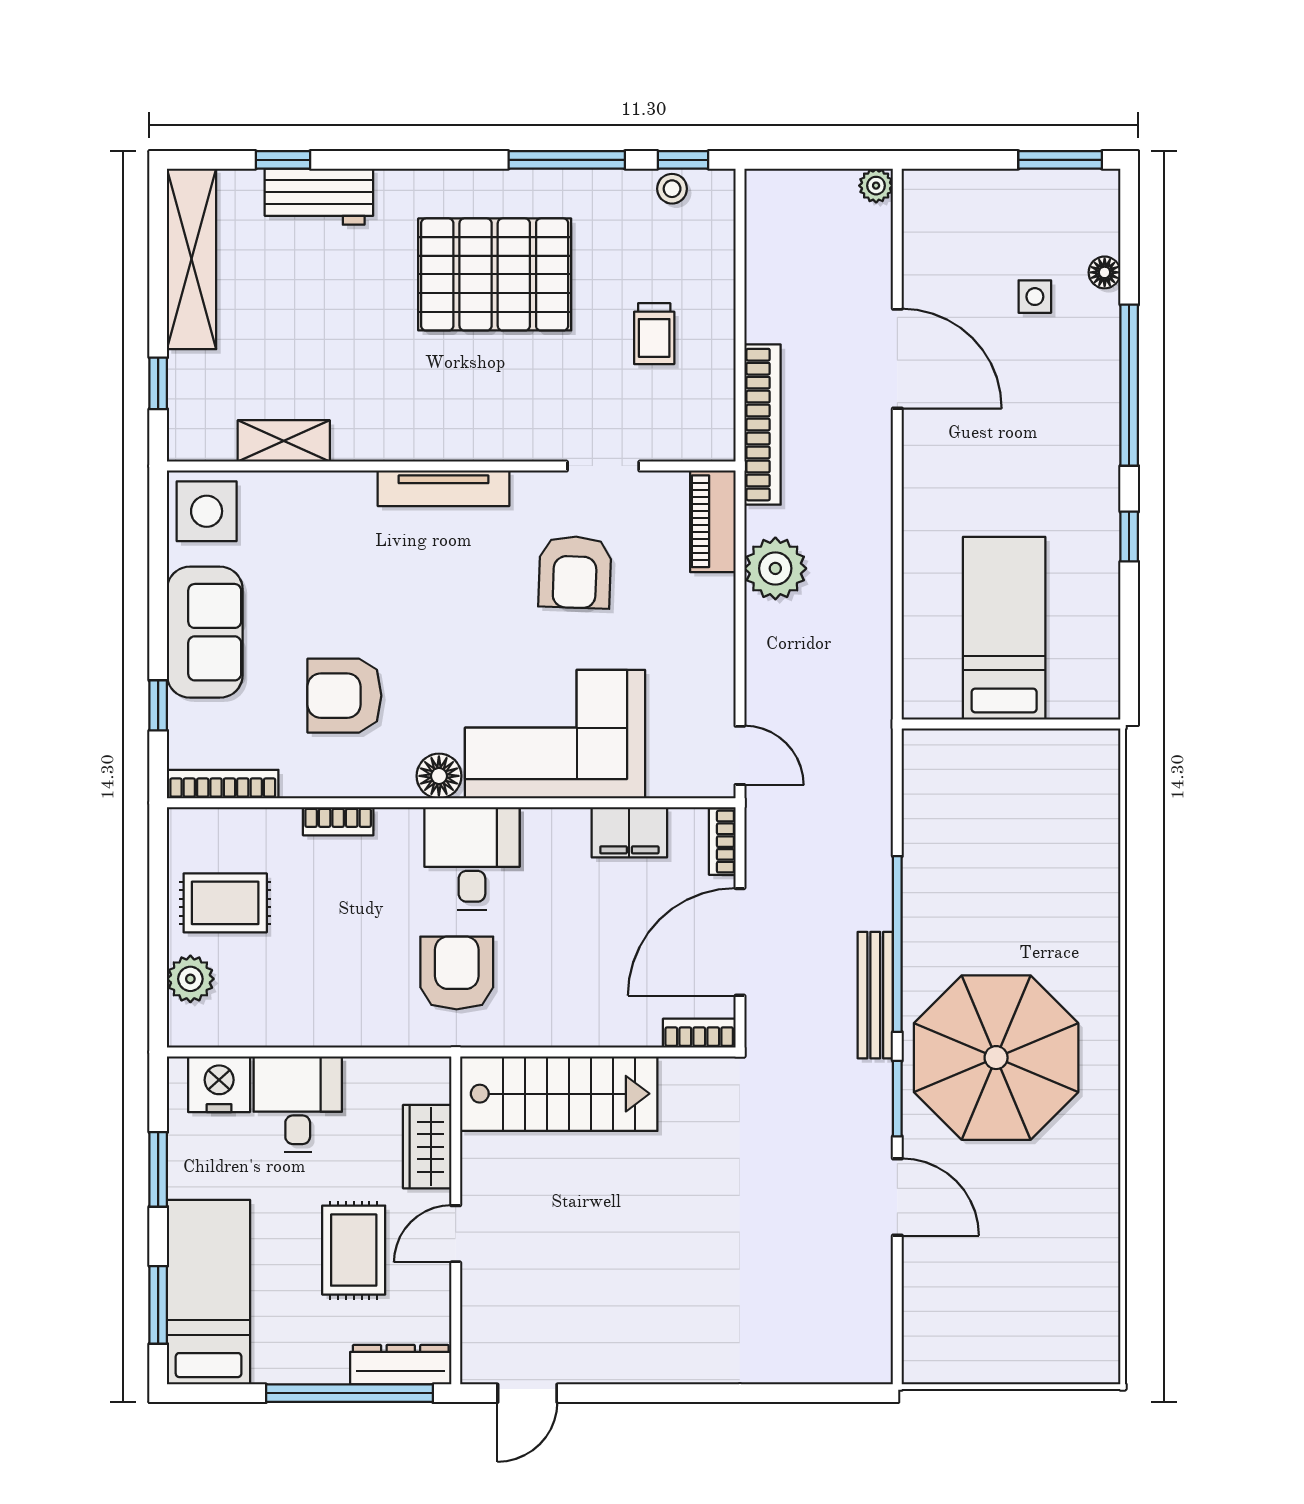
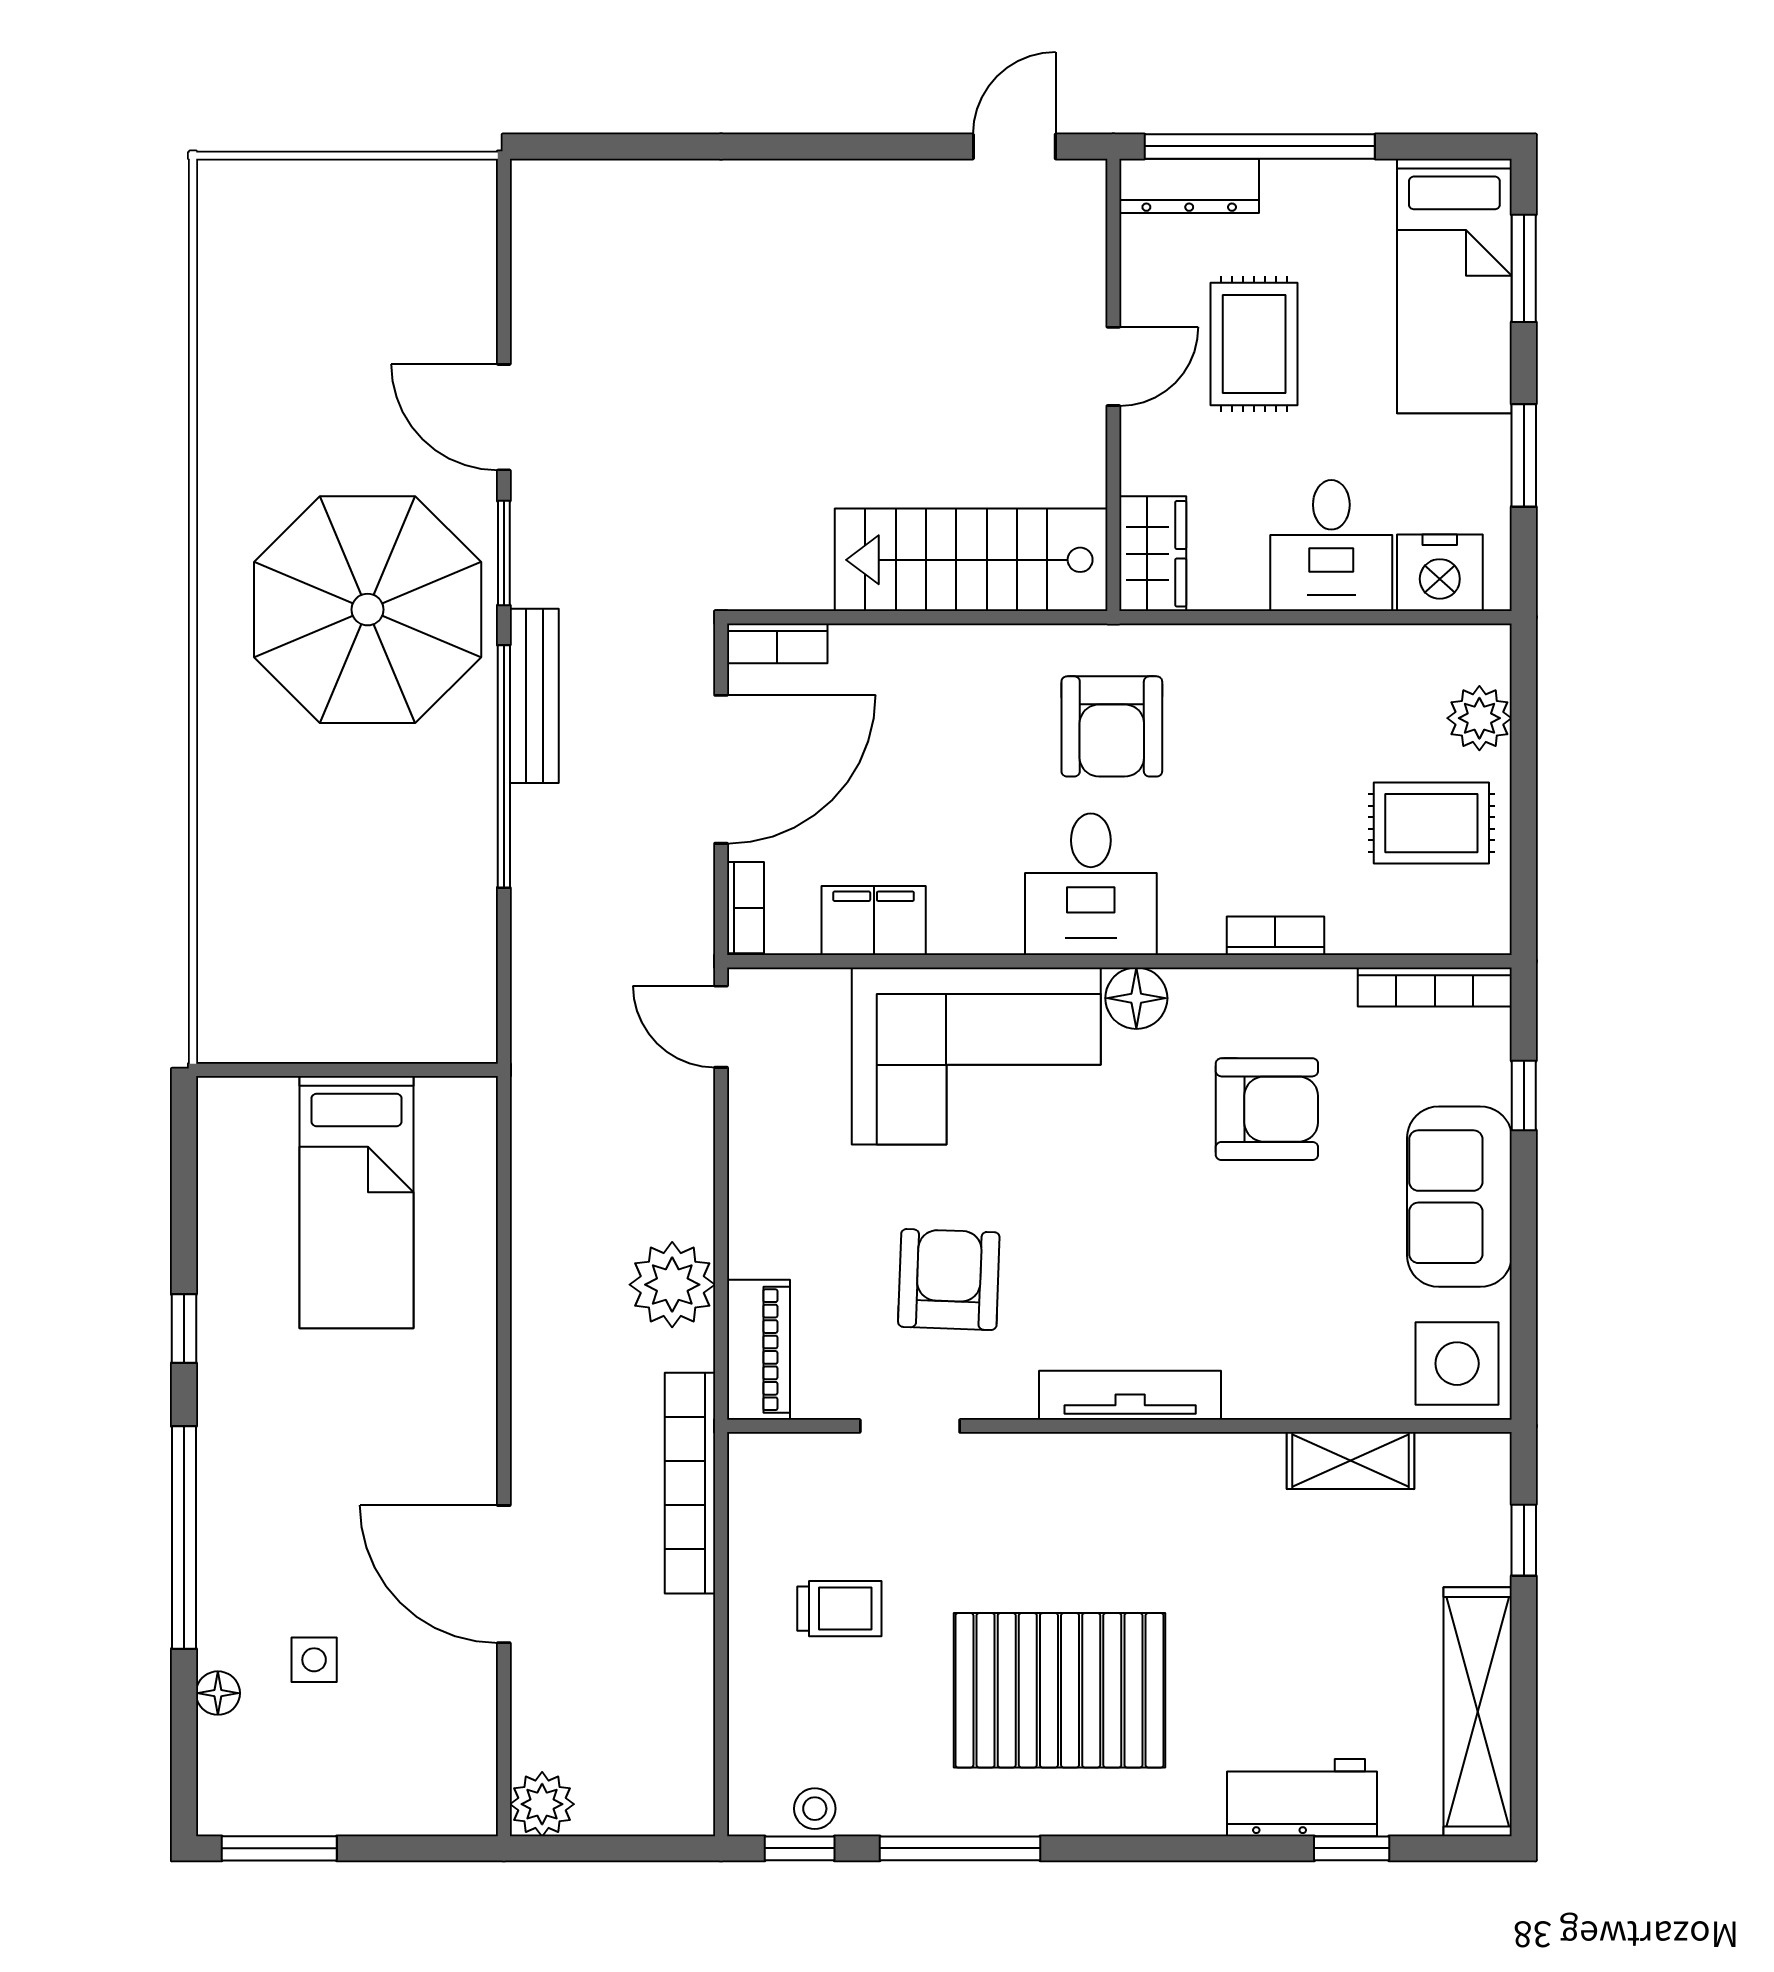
plant: (876, 186) -> (542, 1804), width x1.38, depth x1.38
trolley: (654, 334) -> (839, 1609), turned 90
wardrobe: (427, 1147) -> (1153, 554), moved

